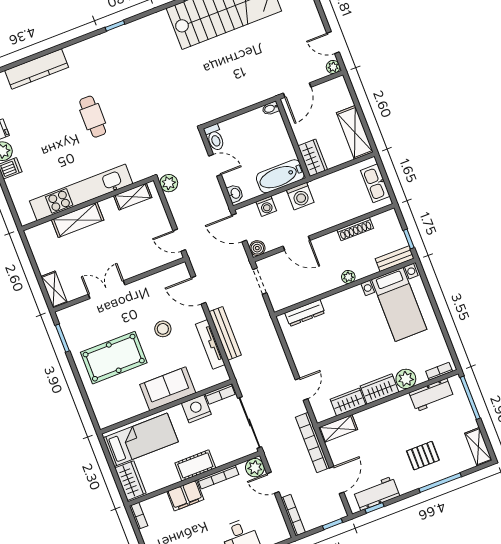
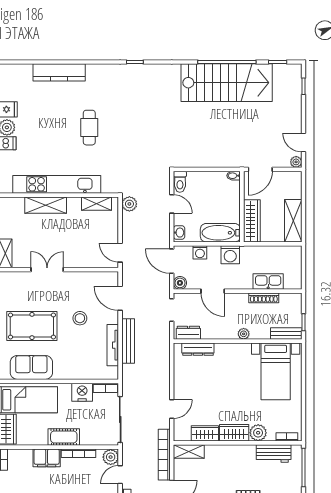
wardrobe: (313, 158) -> (252, 221), width x1.50
kitchen sink: (375, 183) -> (268, 281), moved, turned 90
dresser: (288, 299) -> (188, 333), added
sofa: (168, 389) -> (31, 367), moved
door: (273, 483) -> (120, 475), hinge flipped

